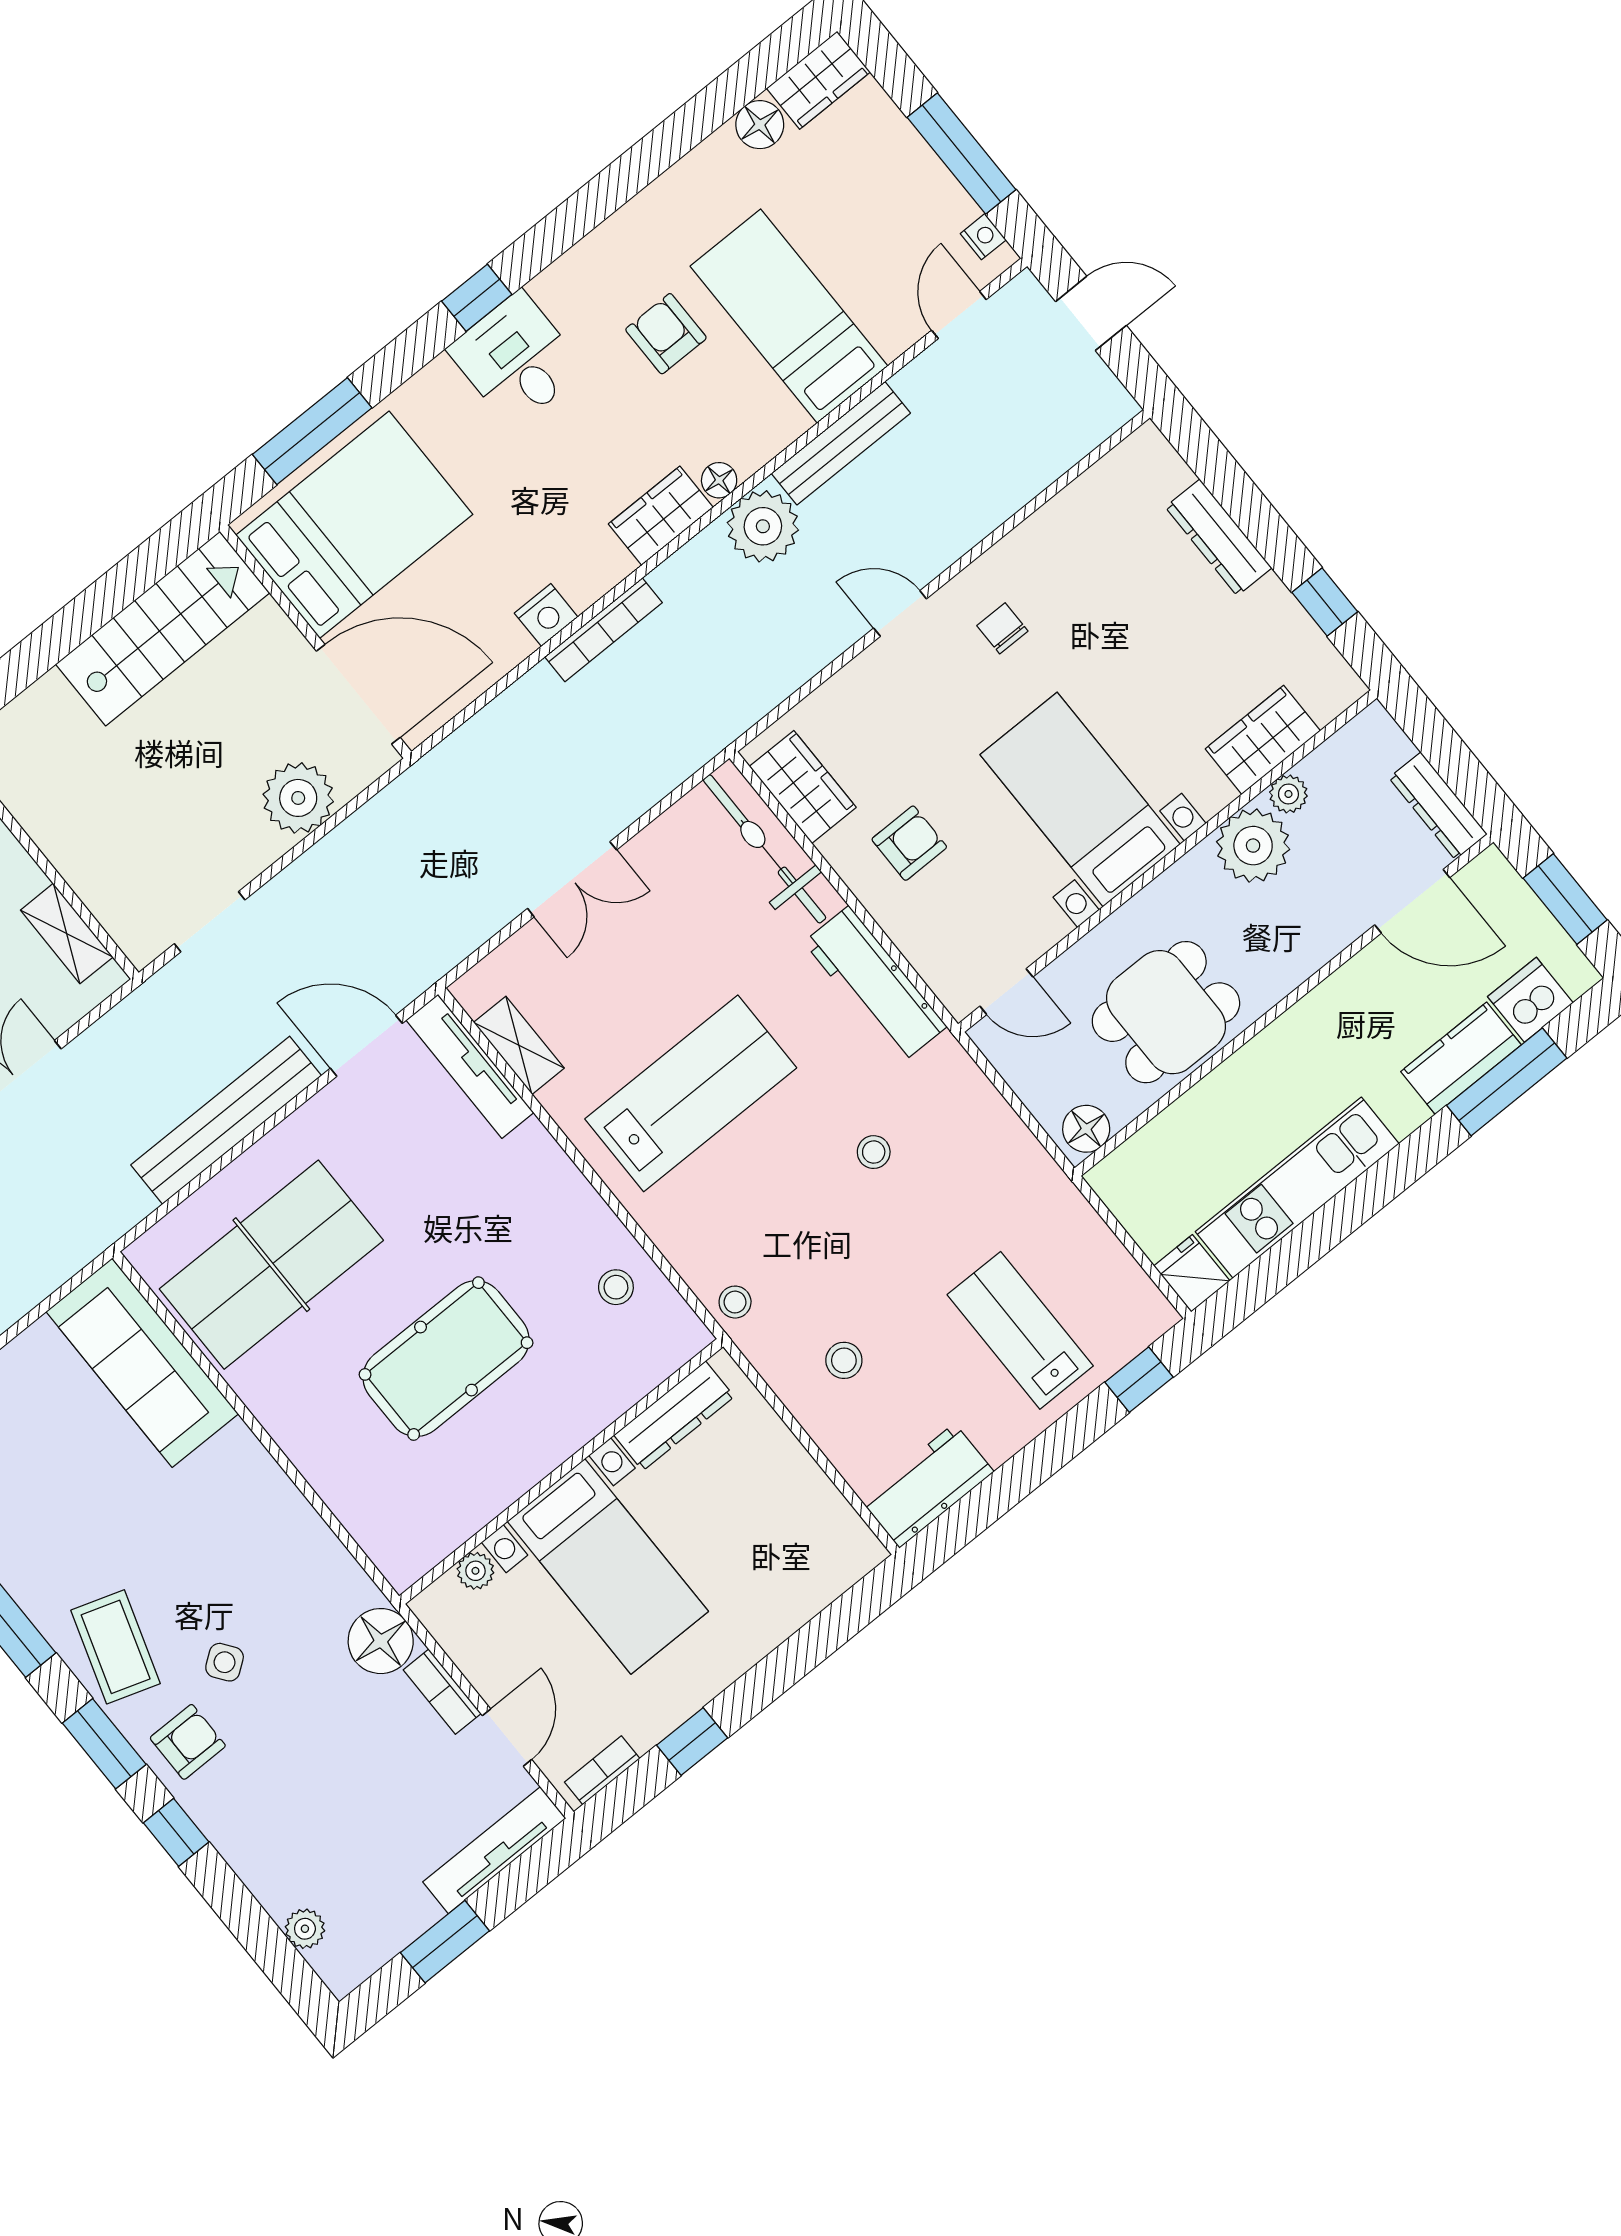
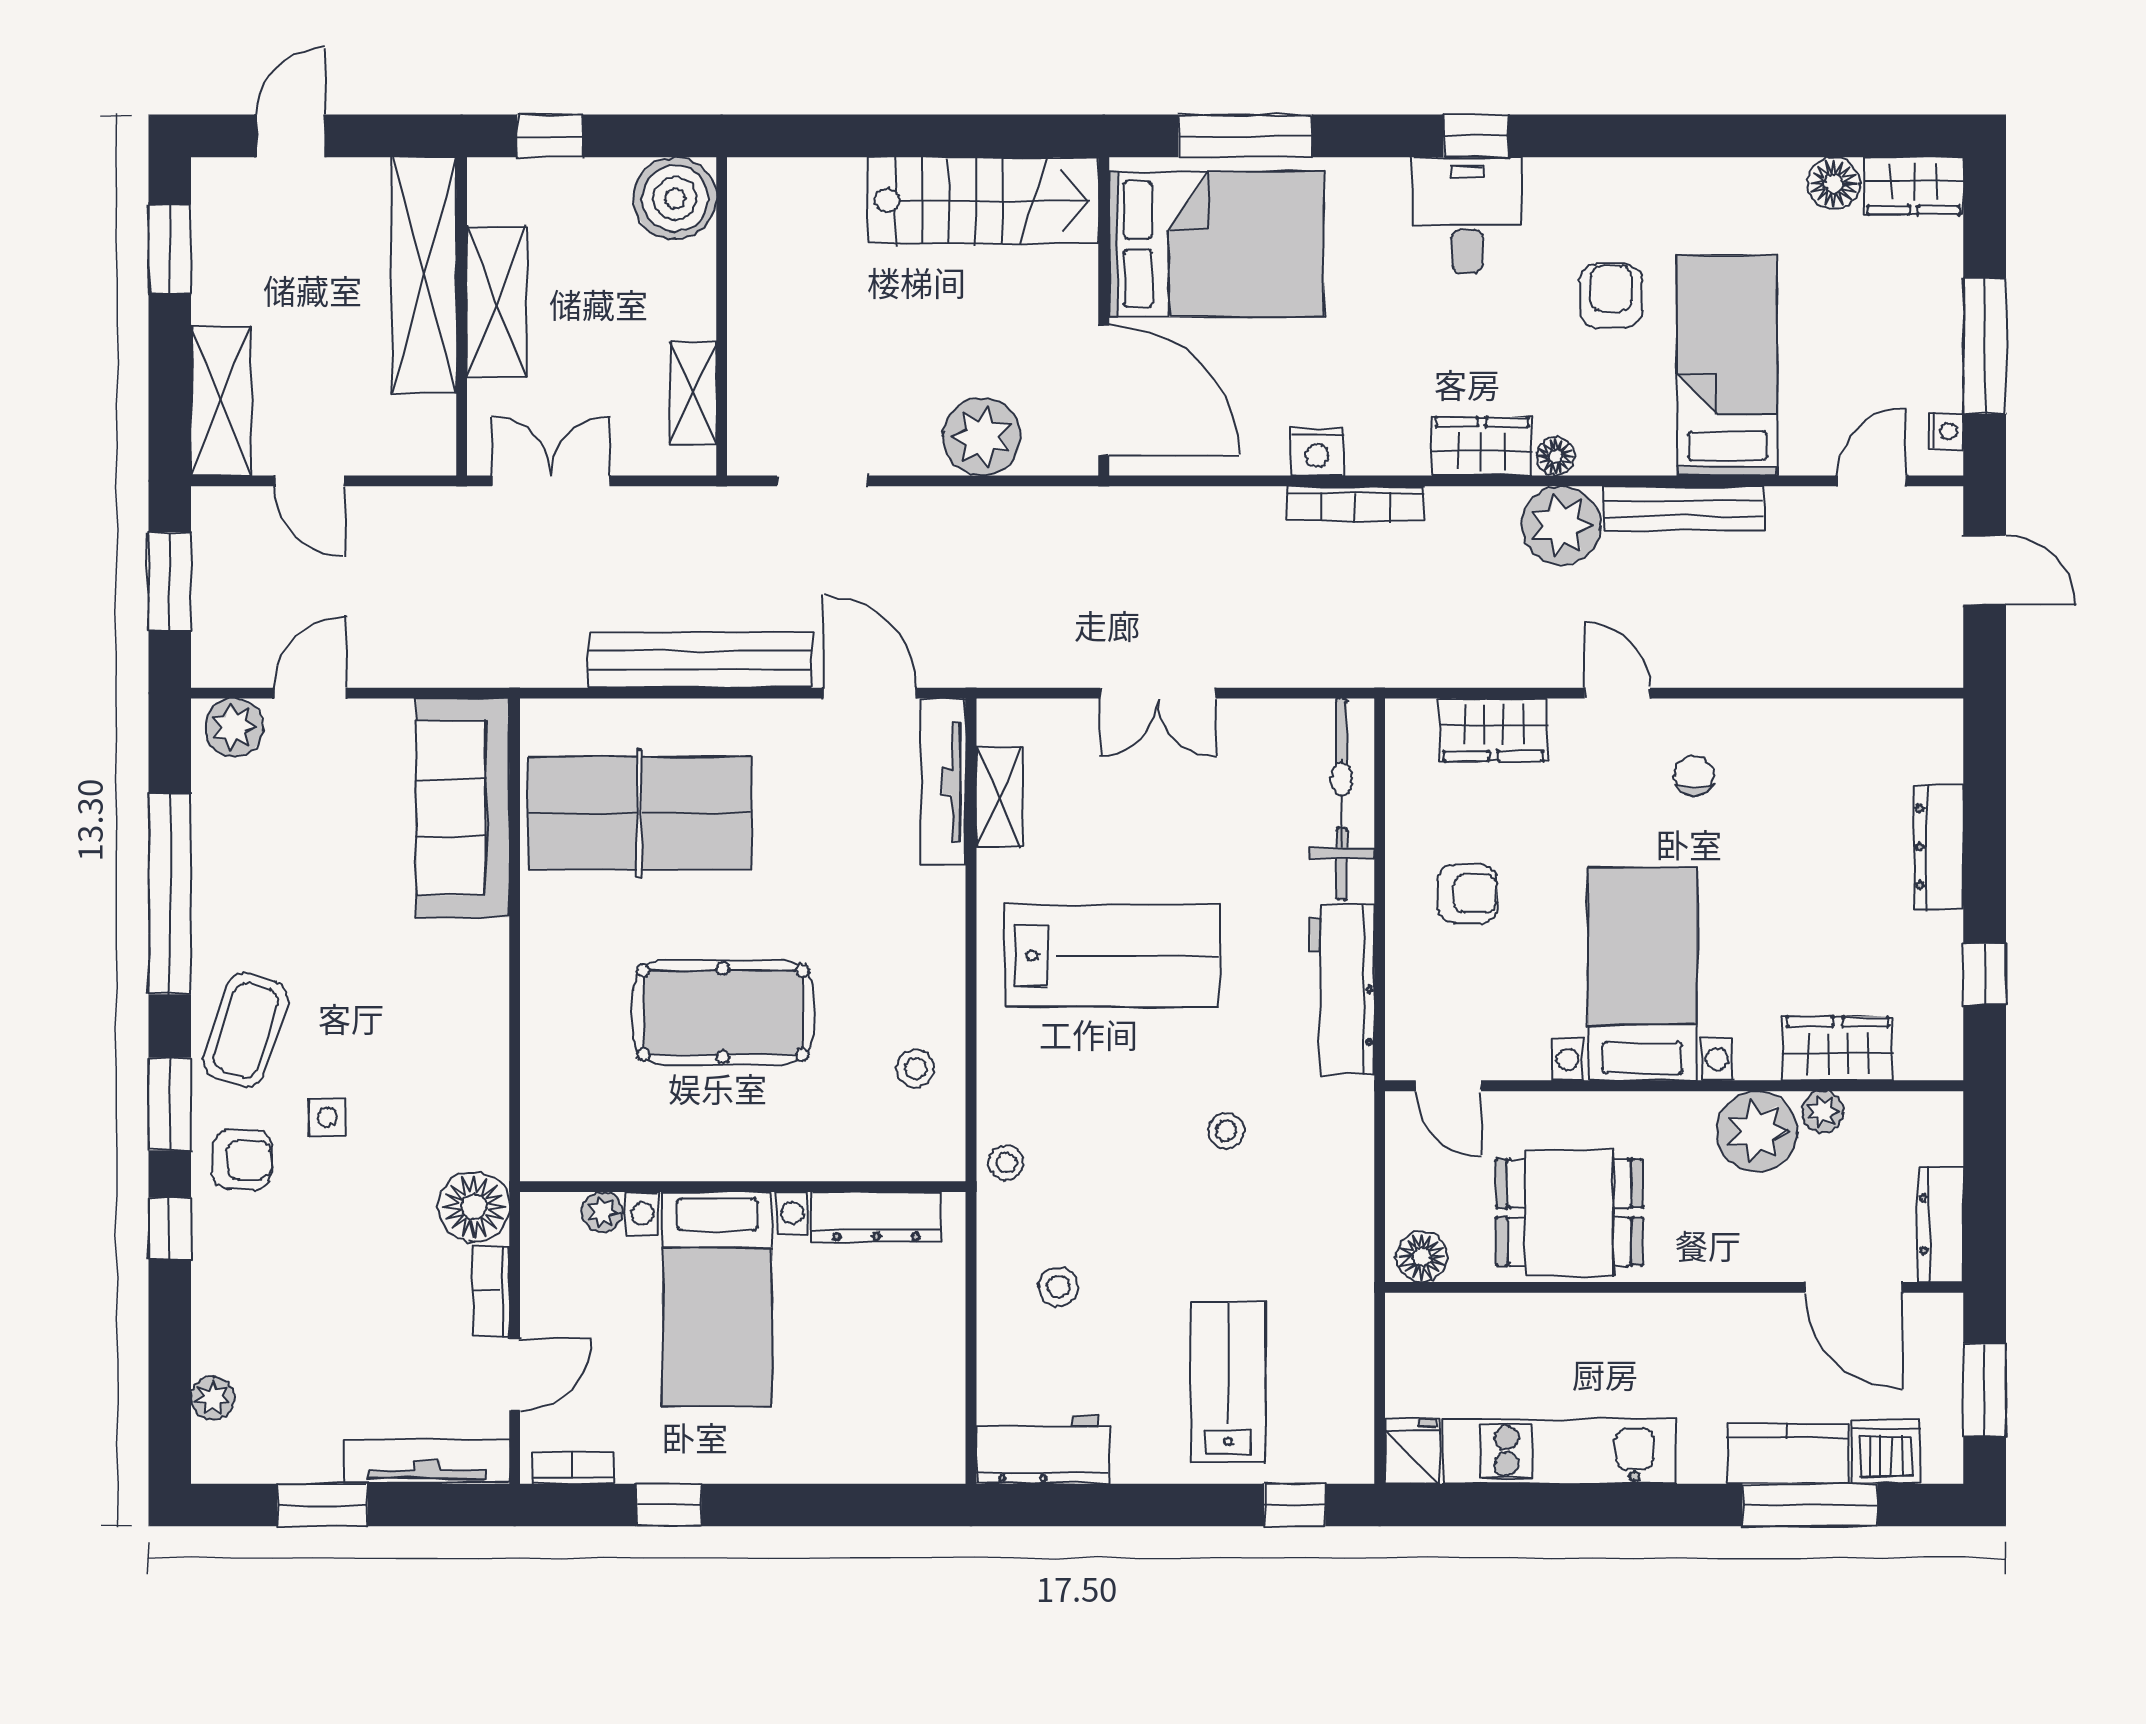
wardrobe: (803, 787) -> (1494, 730), moved, turned 90
side table: (225, 1662) -> (327, 1118), turned 36

